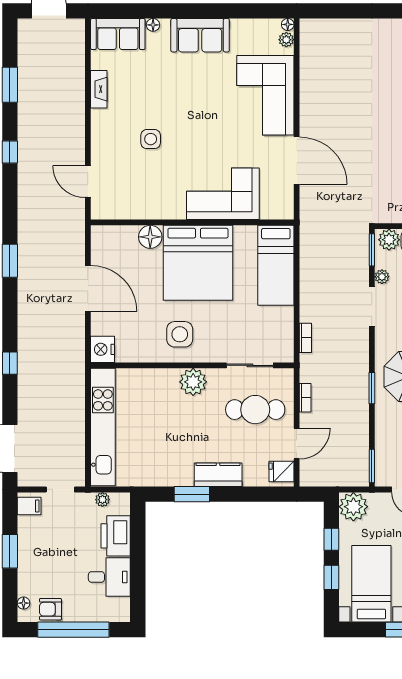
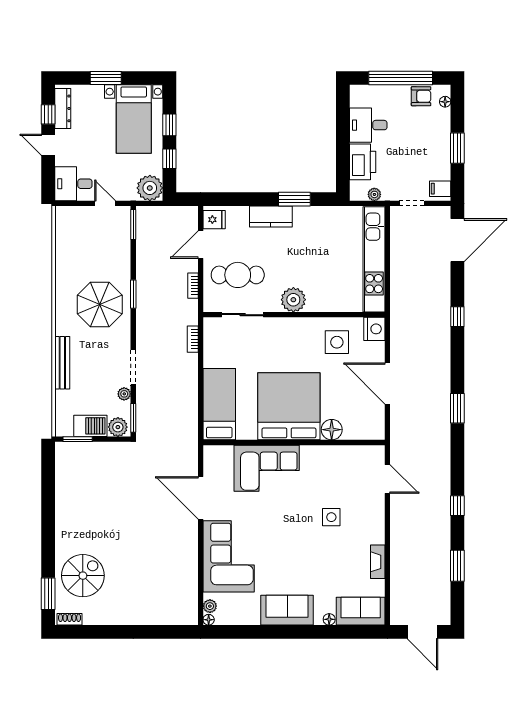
side table: (180, 334) -> (337, 342), moved

